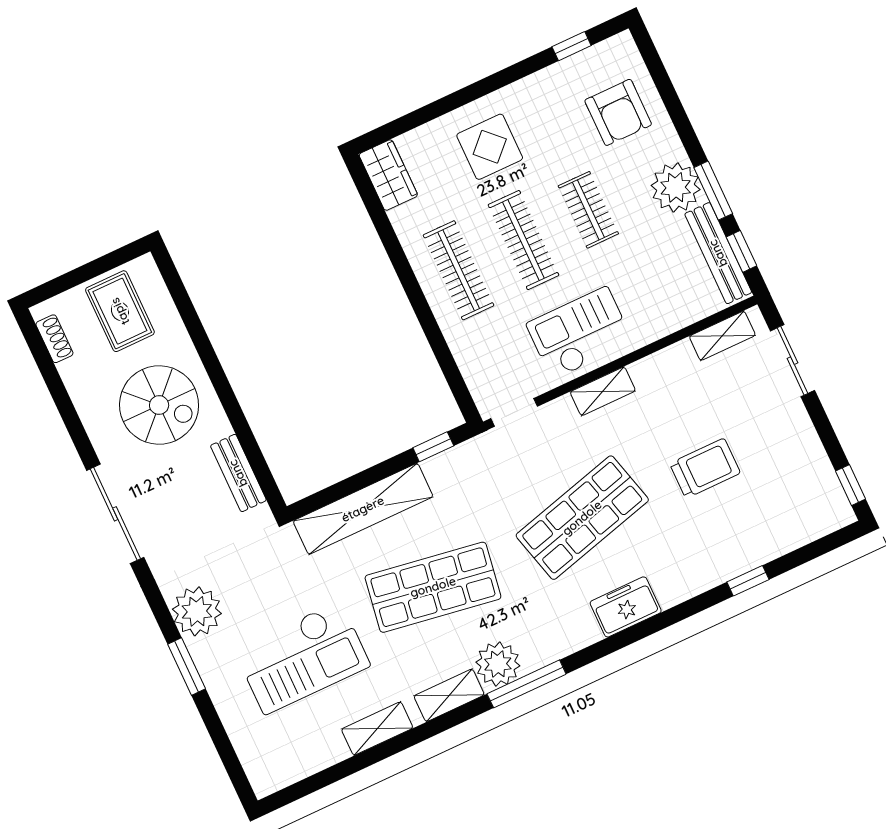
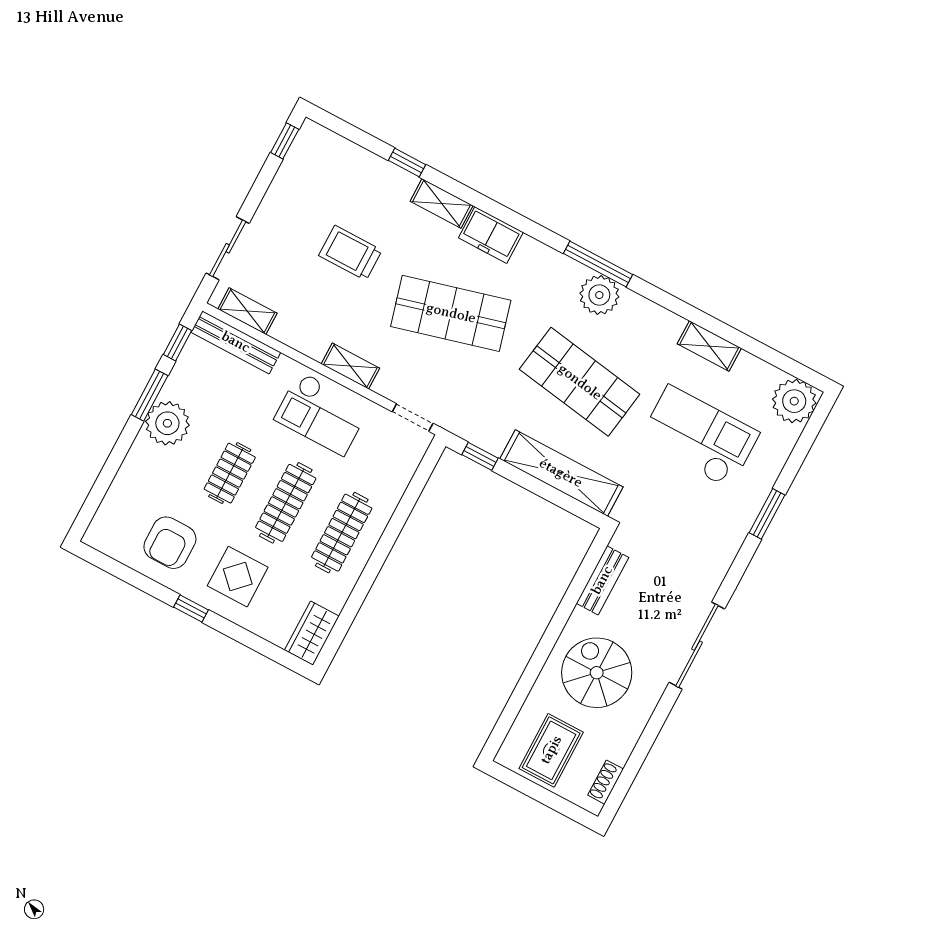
window: (572, 46) -> (191, 608), moved
armchair: (618, 112) -> (170, 543), moved, turned 180
bench: (718, 253) -> (236, 342), moved, turned 90
plant: (197, 611) -> (794, 401), moved
shelving: (449, 695) -> (442, 203), moved

